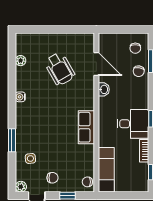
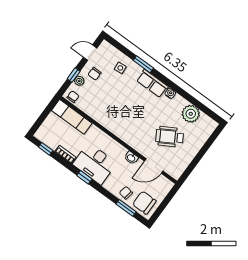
chair: (135, 48) -> (144, 203), width x1.87, depth x1.87
plant: (21, 61) -> (191, 114), width x1.88, depth x1.88
desk: (133, 124) -> (95, 164), width x1.37
row of seats: (86, 127) -> (152, 83), moved, turned 180
plant: (21, 187) -> (79, 81), moved

